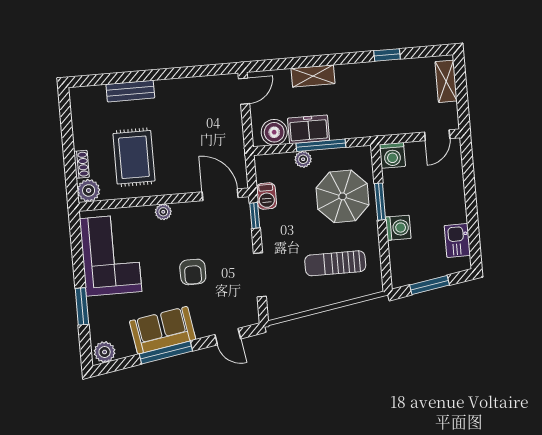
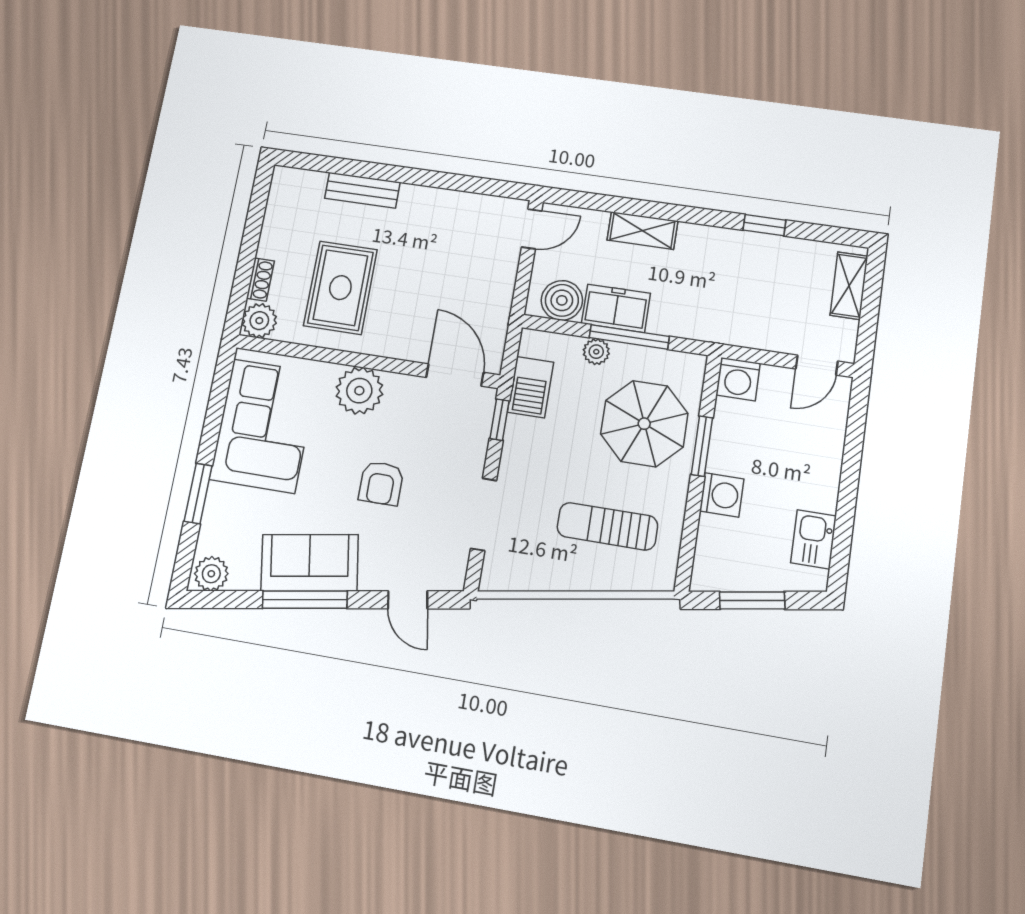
barbecue: (266, 196) -> (530, 387), width x1.38, depth x1.27
plant: (163, 212) -> (359, 391), width x1.87, depth x1.87

